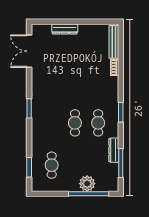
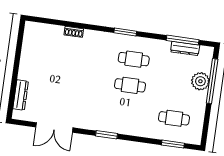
dresser: (65, 29) -> (21, 95), moved
bench: (114, 42) -> (45, 29), removed
double door: (29, 51) -> (54, 127), moved
dresser: (114, 150) -> (185, 48), moved

